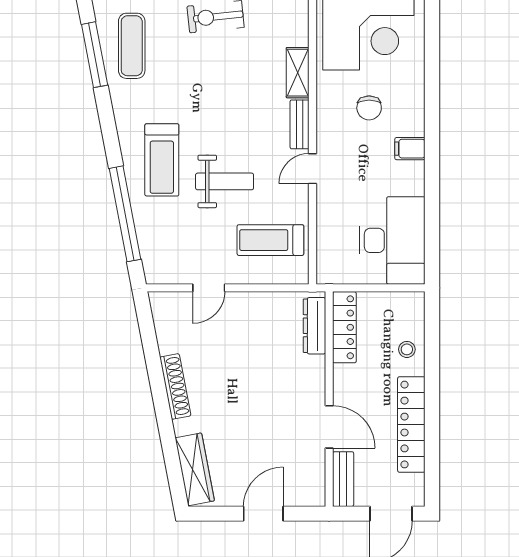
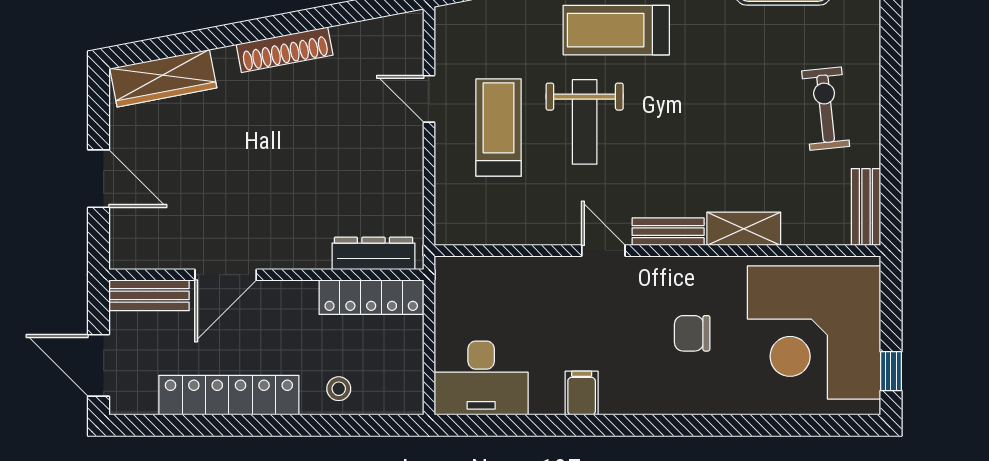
filing cabinet: (410, 149) -> (582, 393), moved
treadmill: (270, 240) -> (499, 128), moved
desk: (392, 240) -> (481, 378), width x0.73, depth x0.77

